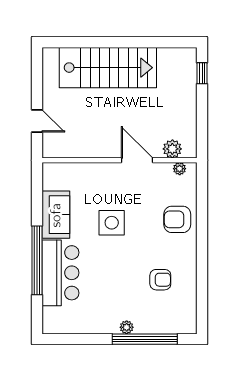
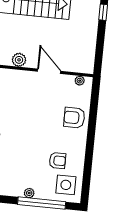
plant: (172, 149) -> (19, 60), moved
side table: (112, 223) -> (66, 185), moved

